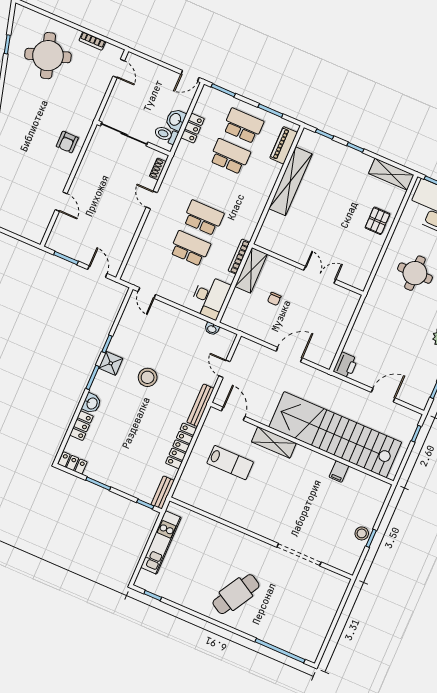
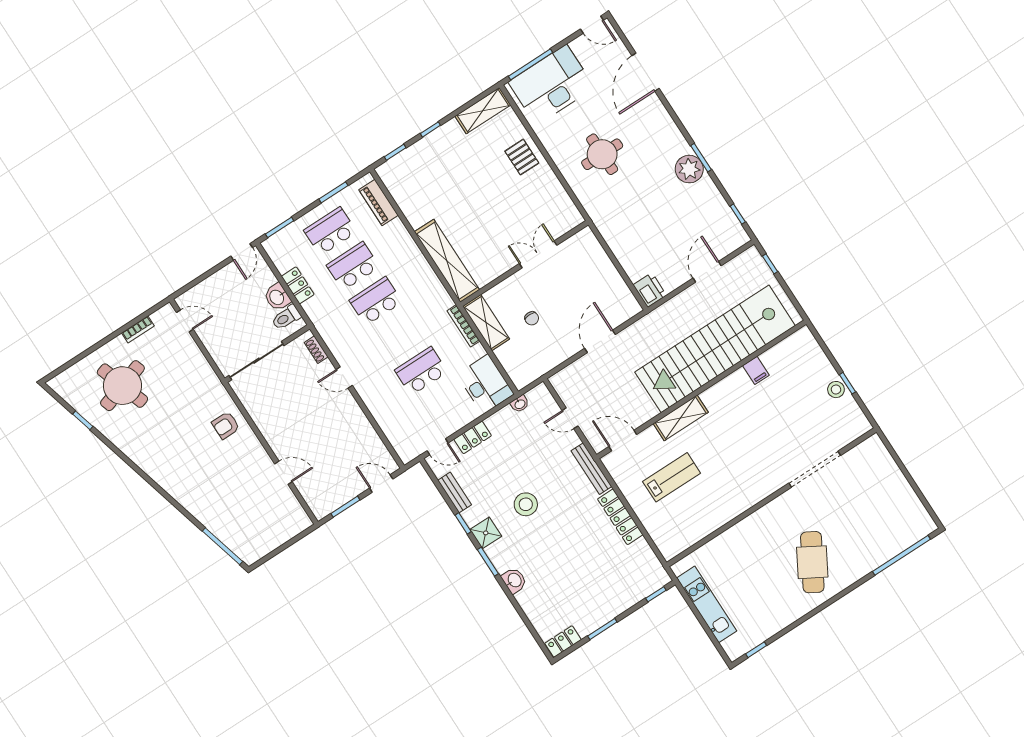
armchair: (67, 142) -> (226, 425), turned 90
shelving: (290, 181) -> (447, 261), moved
school desk: (203, 218) -> (376, 301), moved
locker: (81, 426) -> (473, 437), moved, turned 90
bench: (163, 492) -> (455, 492), moved

